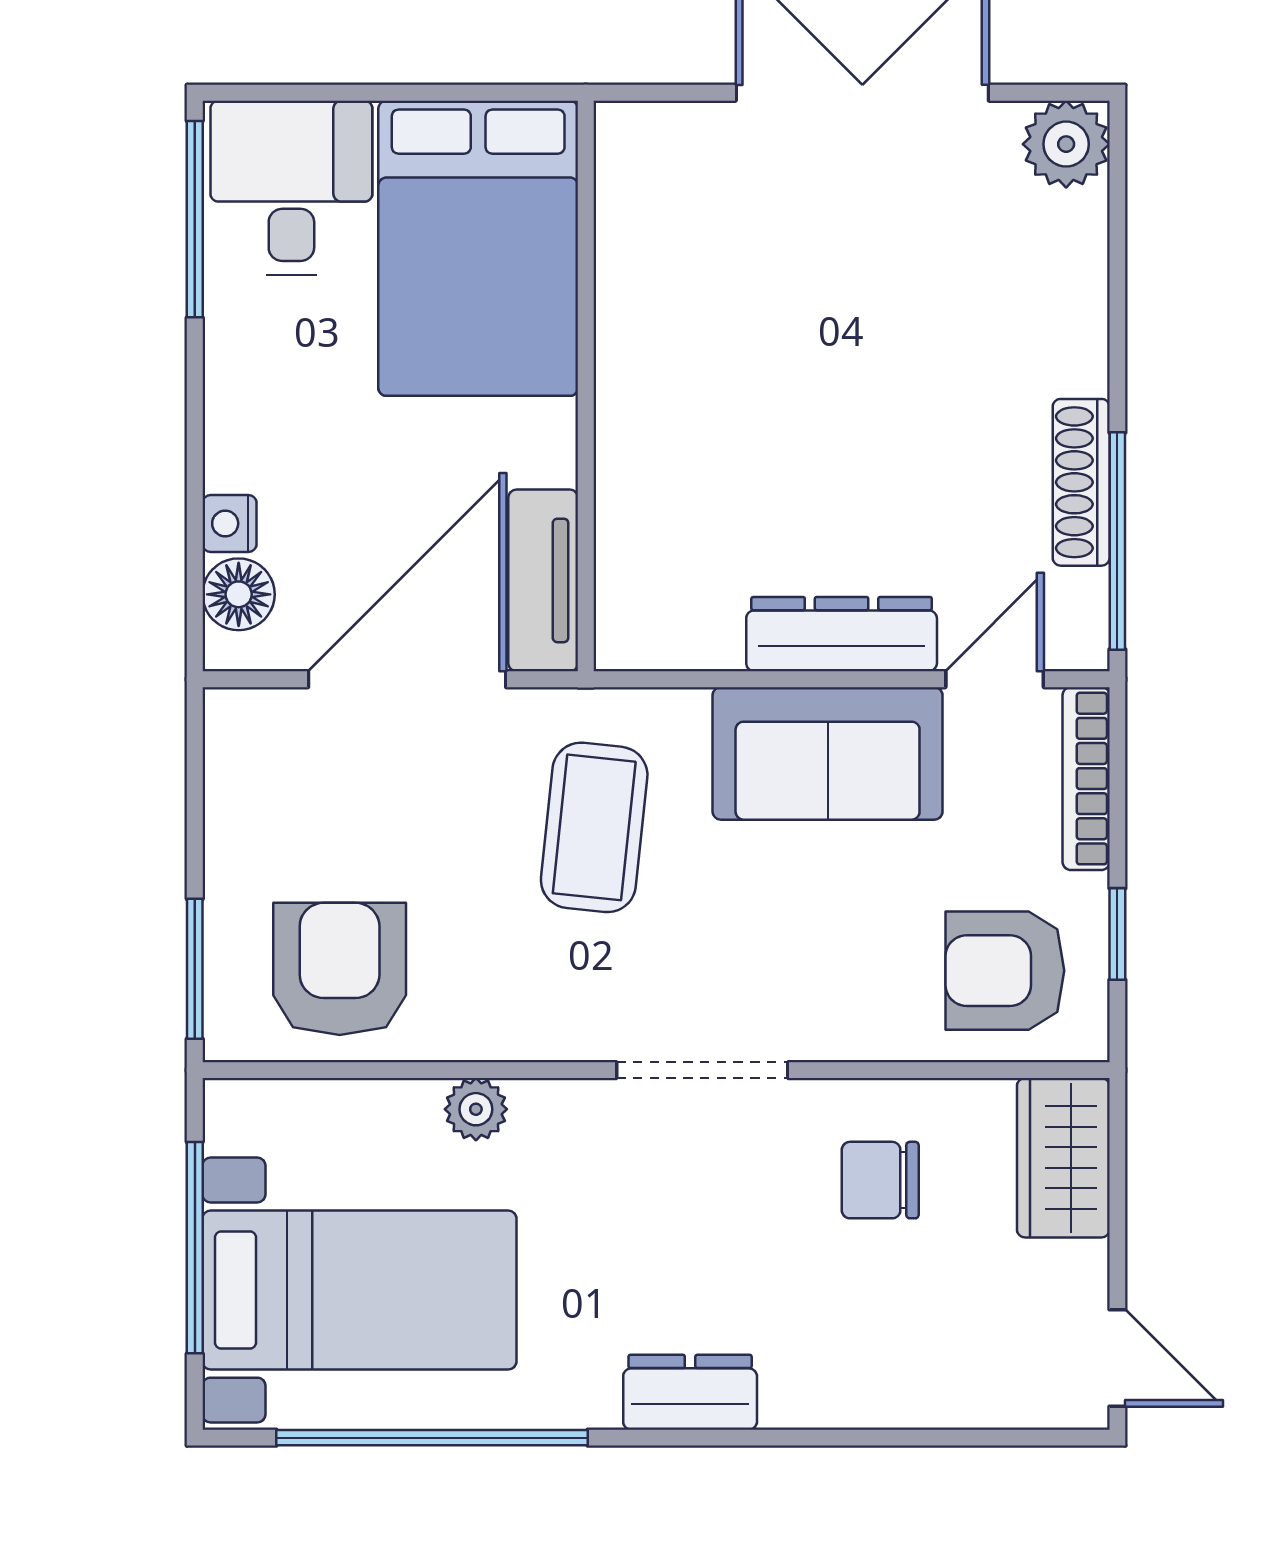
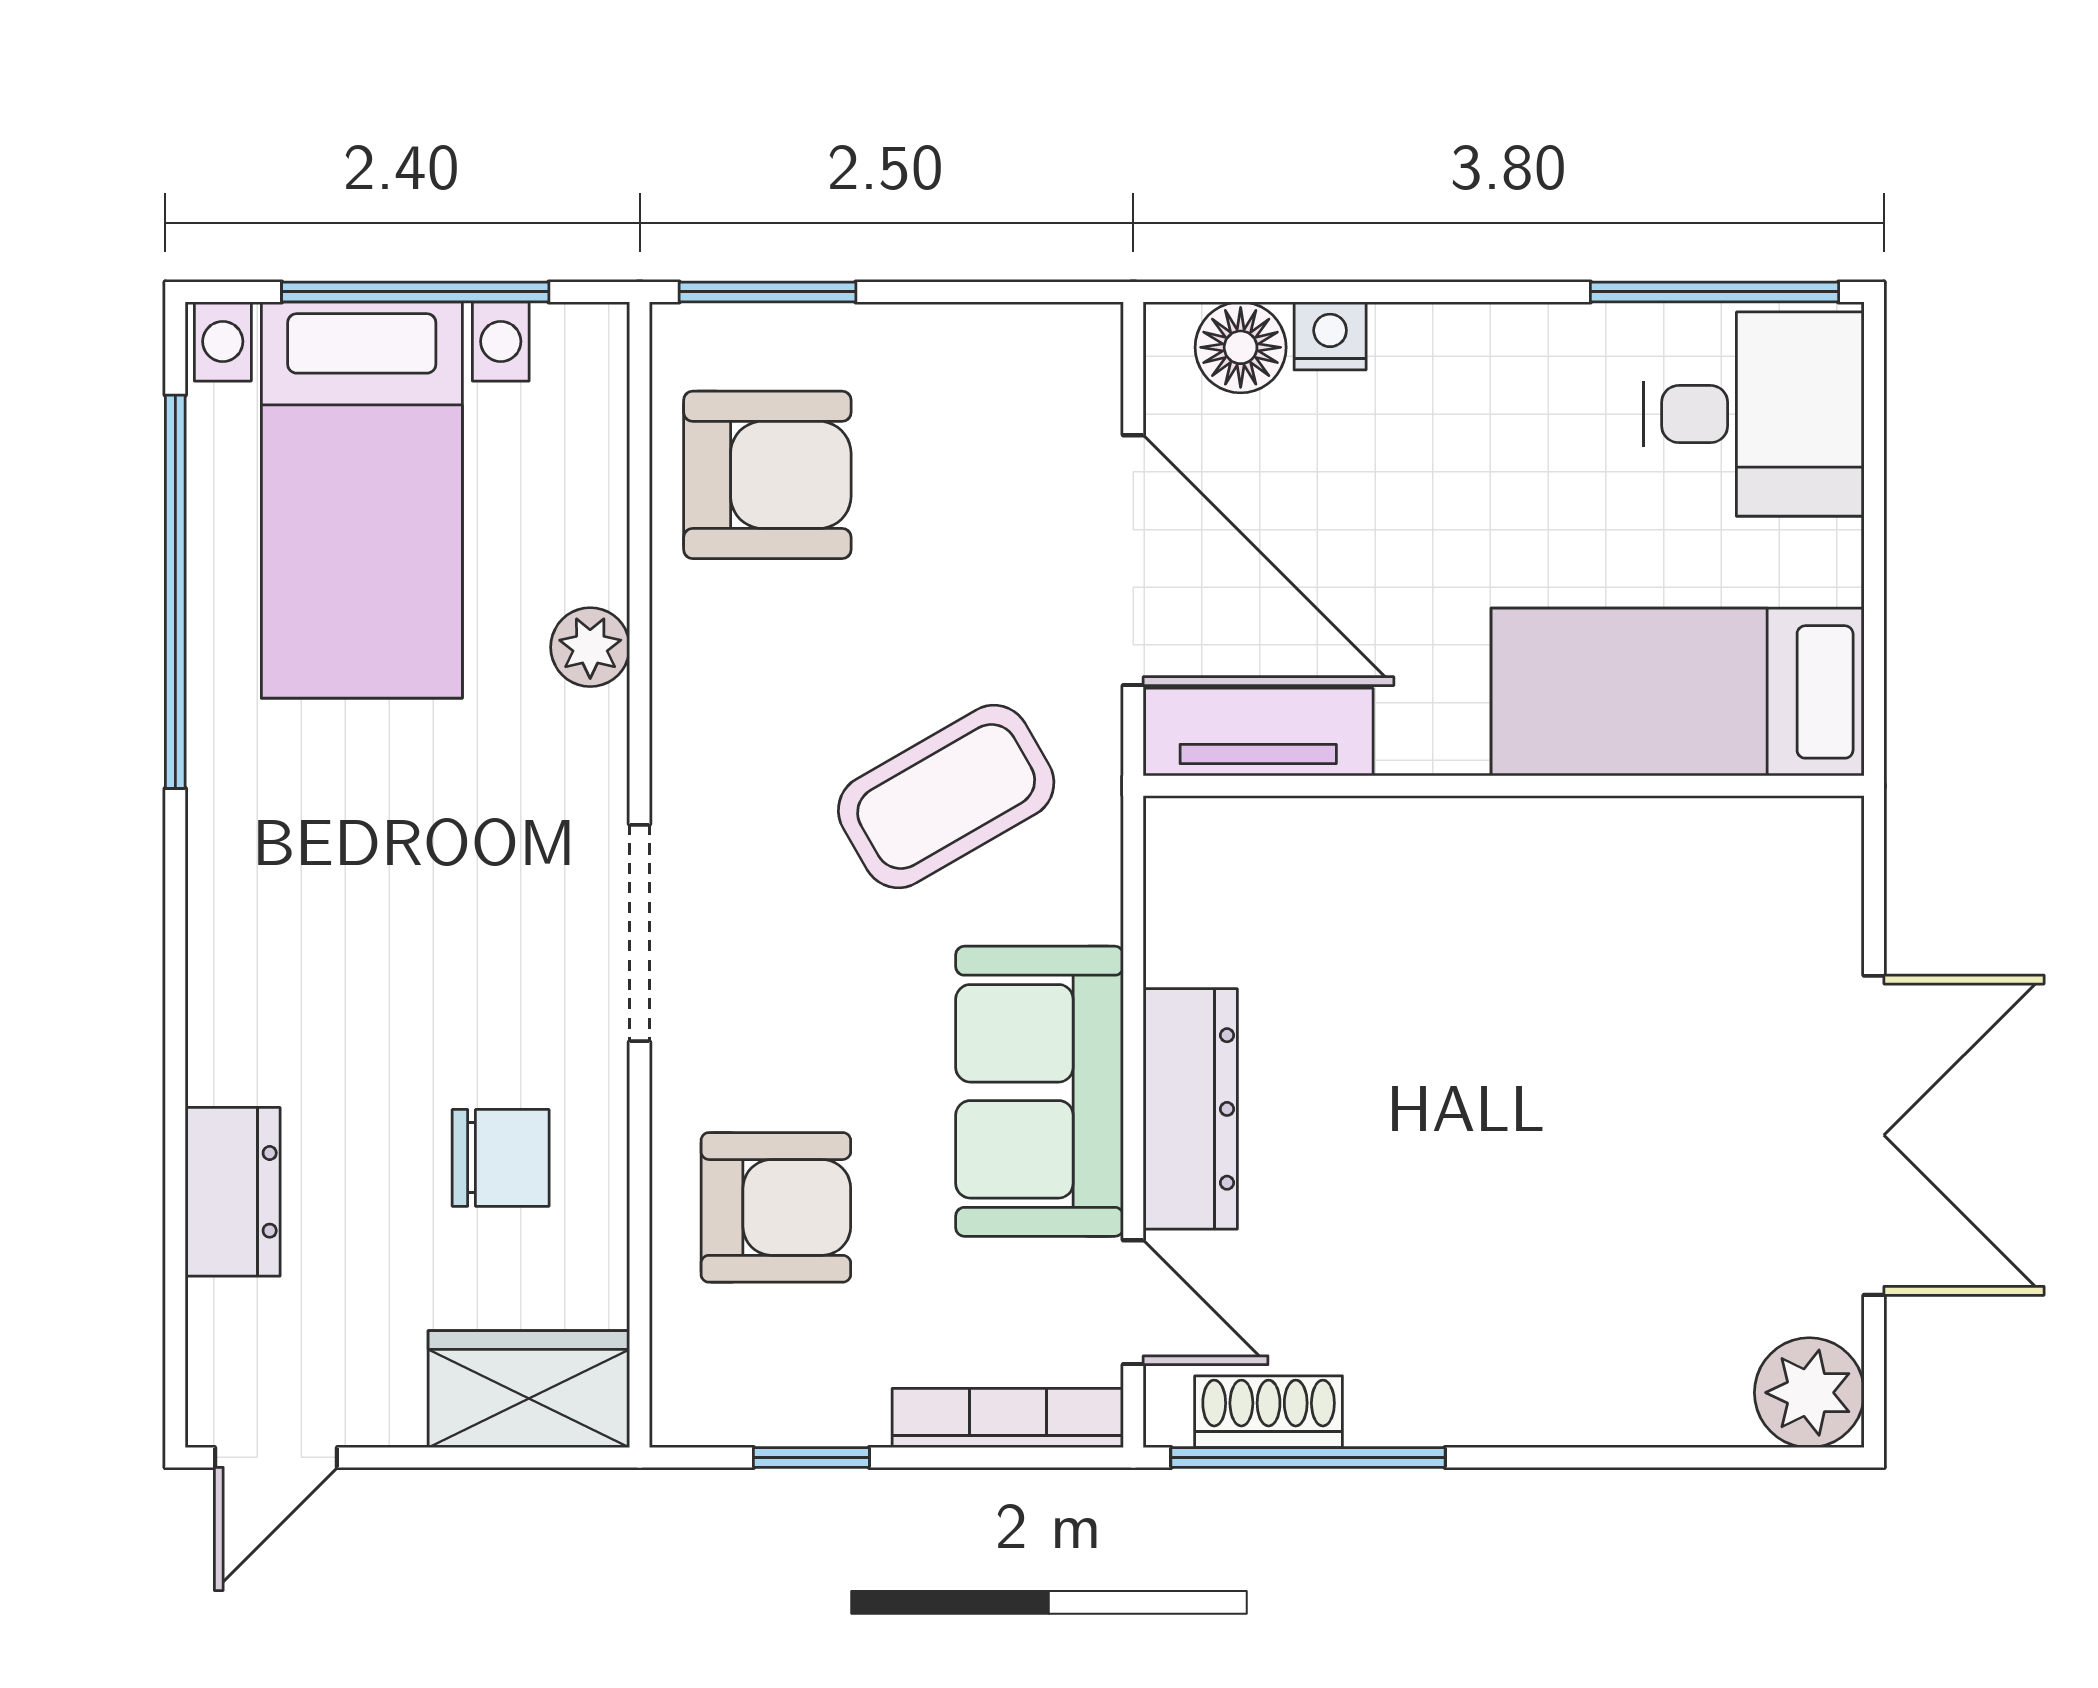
bed: (478, 248) -> (1678, 692), width x0.67
shoe rack: (1081, 482) -> (1269, 1412), moved, width x0.70
coffee table: (594, 827) -> (946, 797), turned -36
armchair: (1005, 971) -> (776, 1207), moved, turned 90
chair: (880, 1180) -> (501, 1158), turned 90
dresser: (690, 1392) -> (233, 1192), moved

